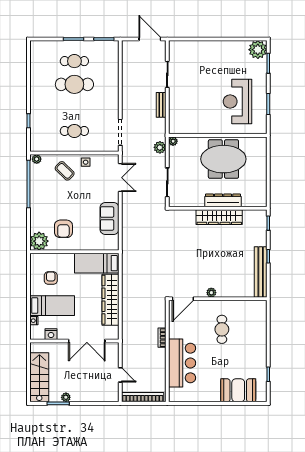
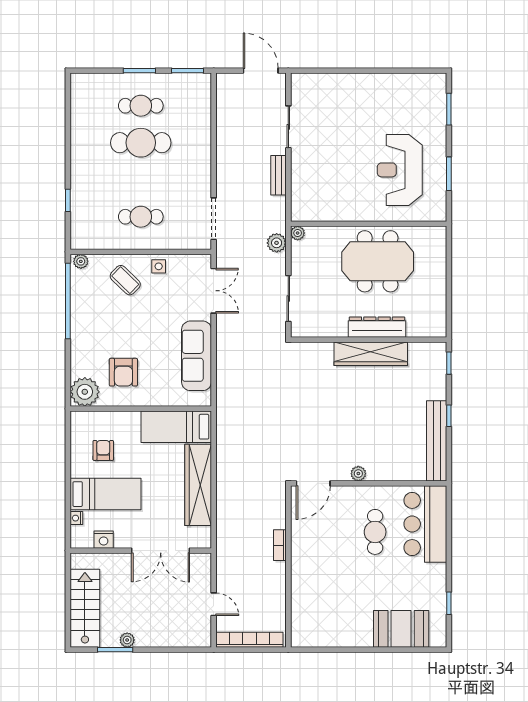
plant: (258, 50) -> (432, 87), removed
sofa: (109, 218) -> (197, 356), width x1.36
bar counter: (182, 363) -> (425, 524), moved, turned 180

